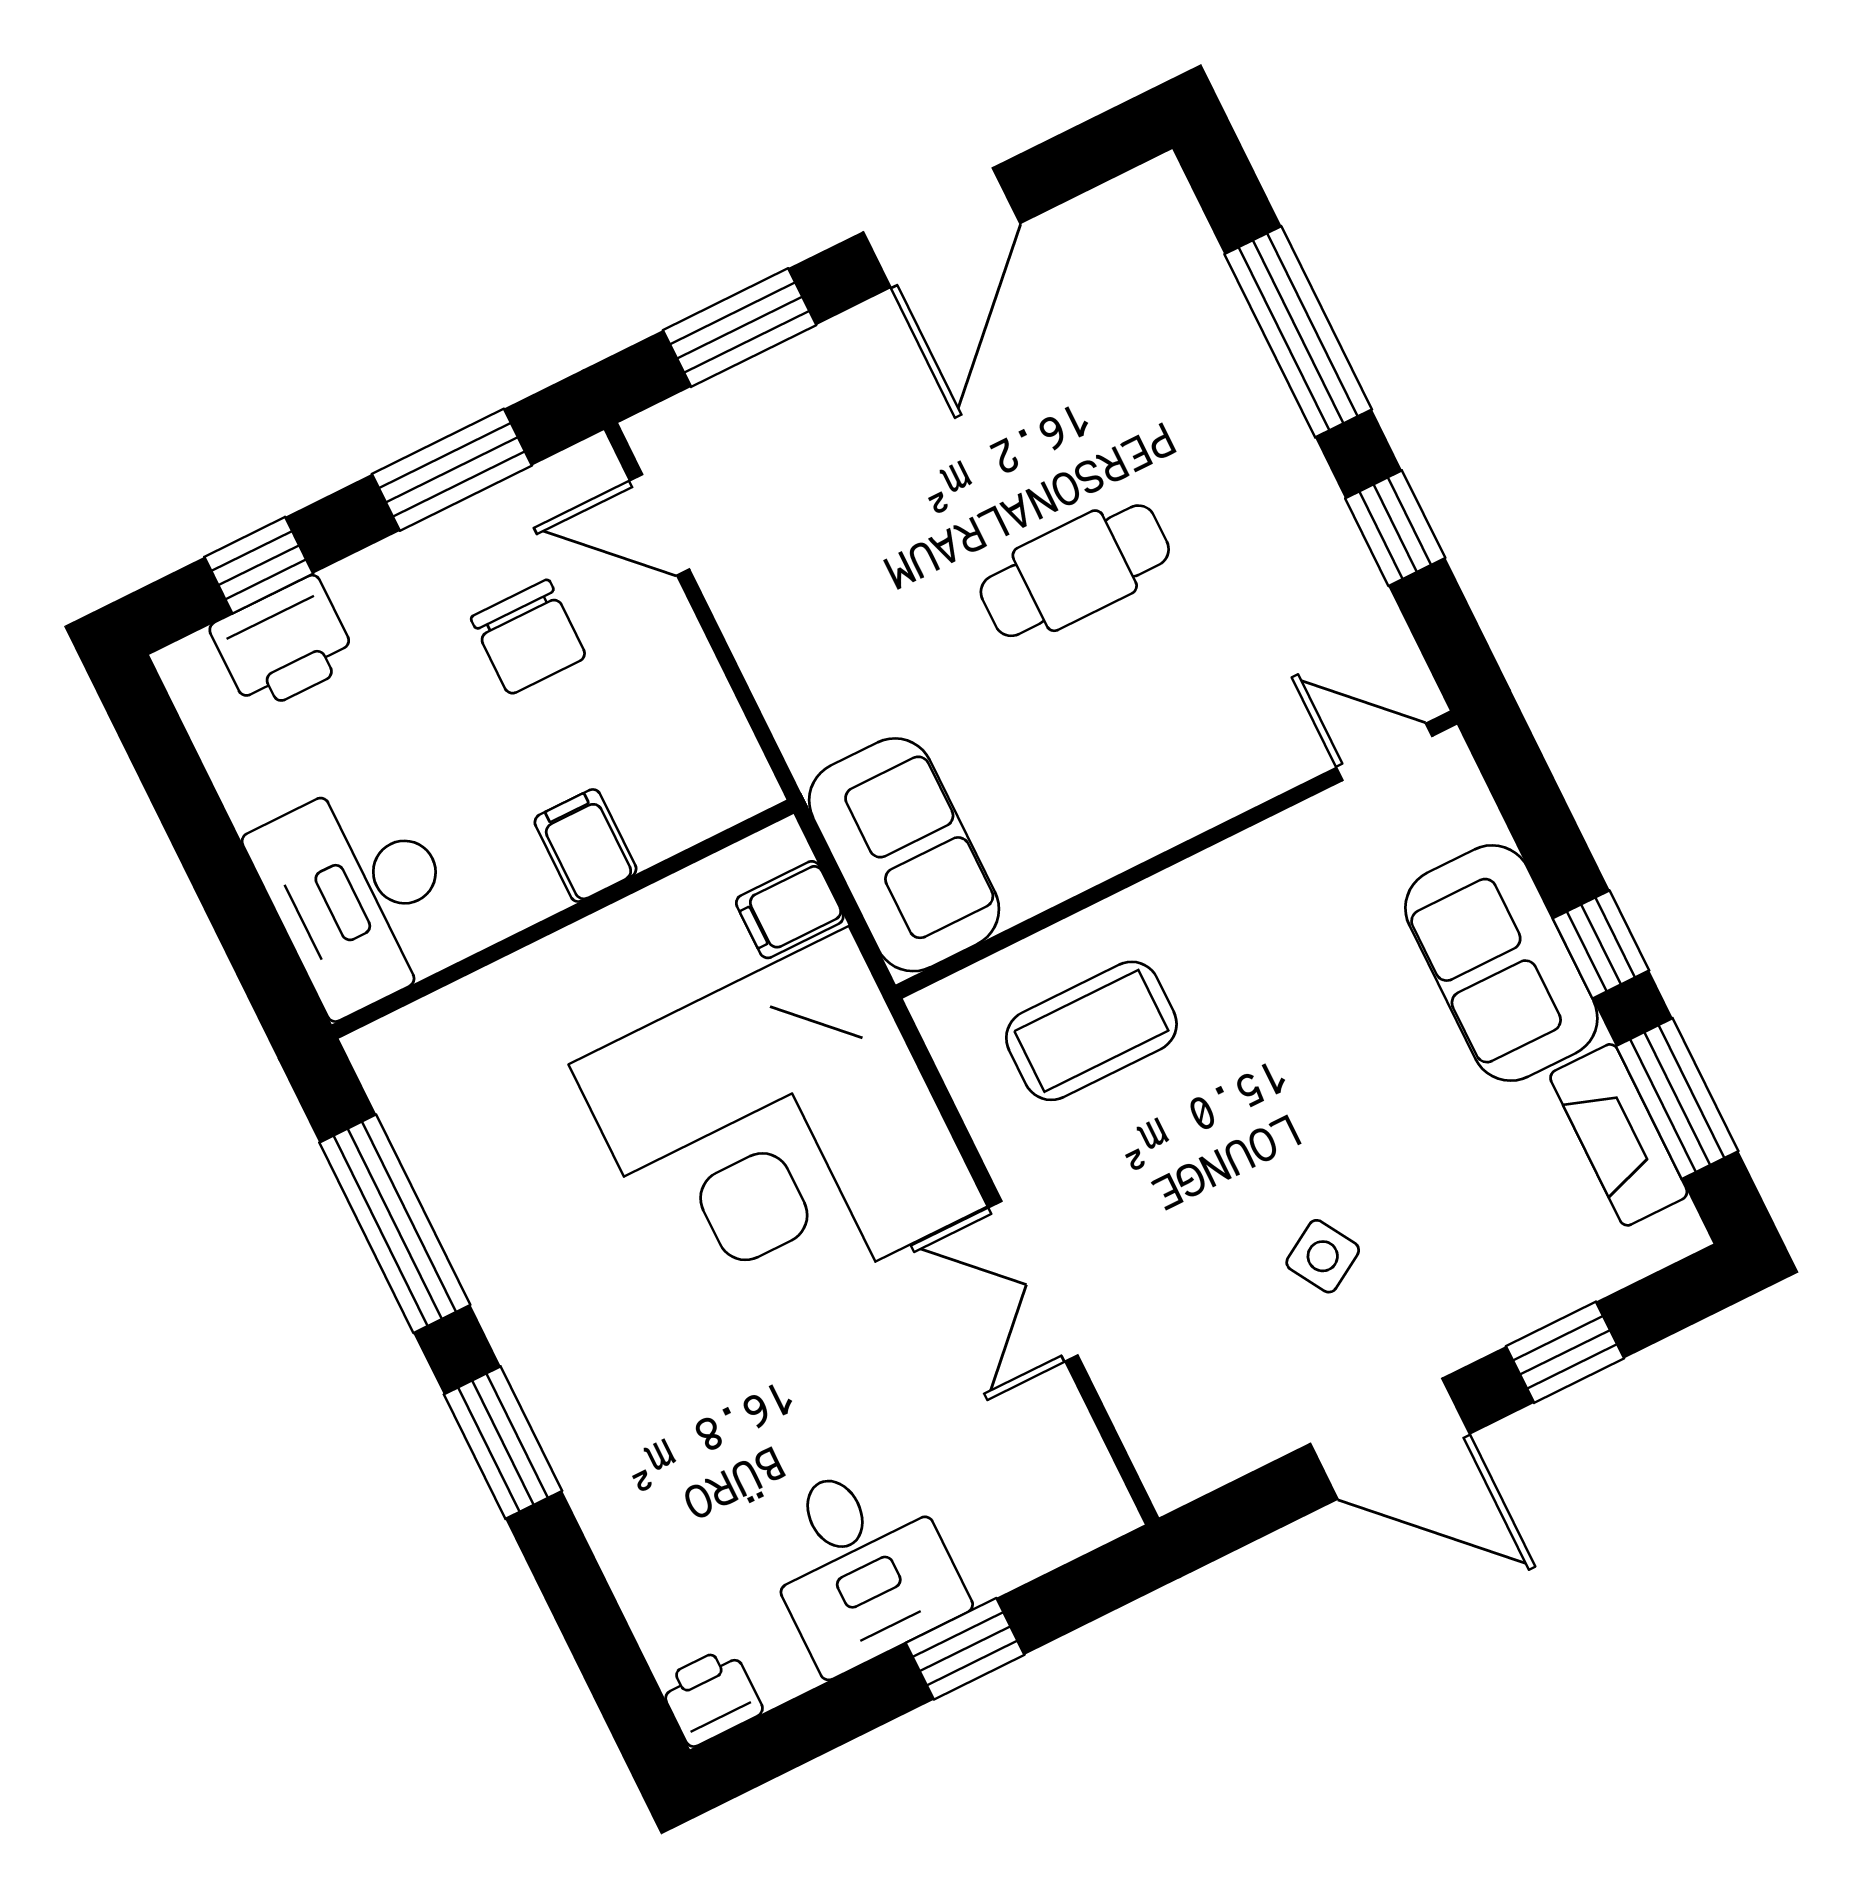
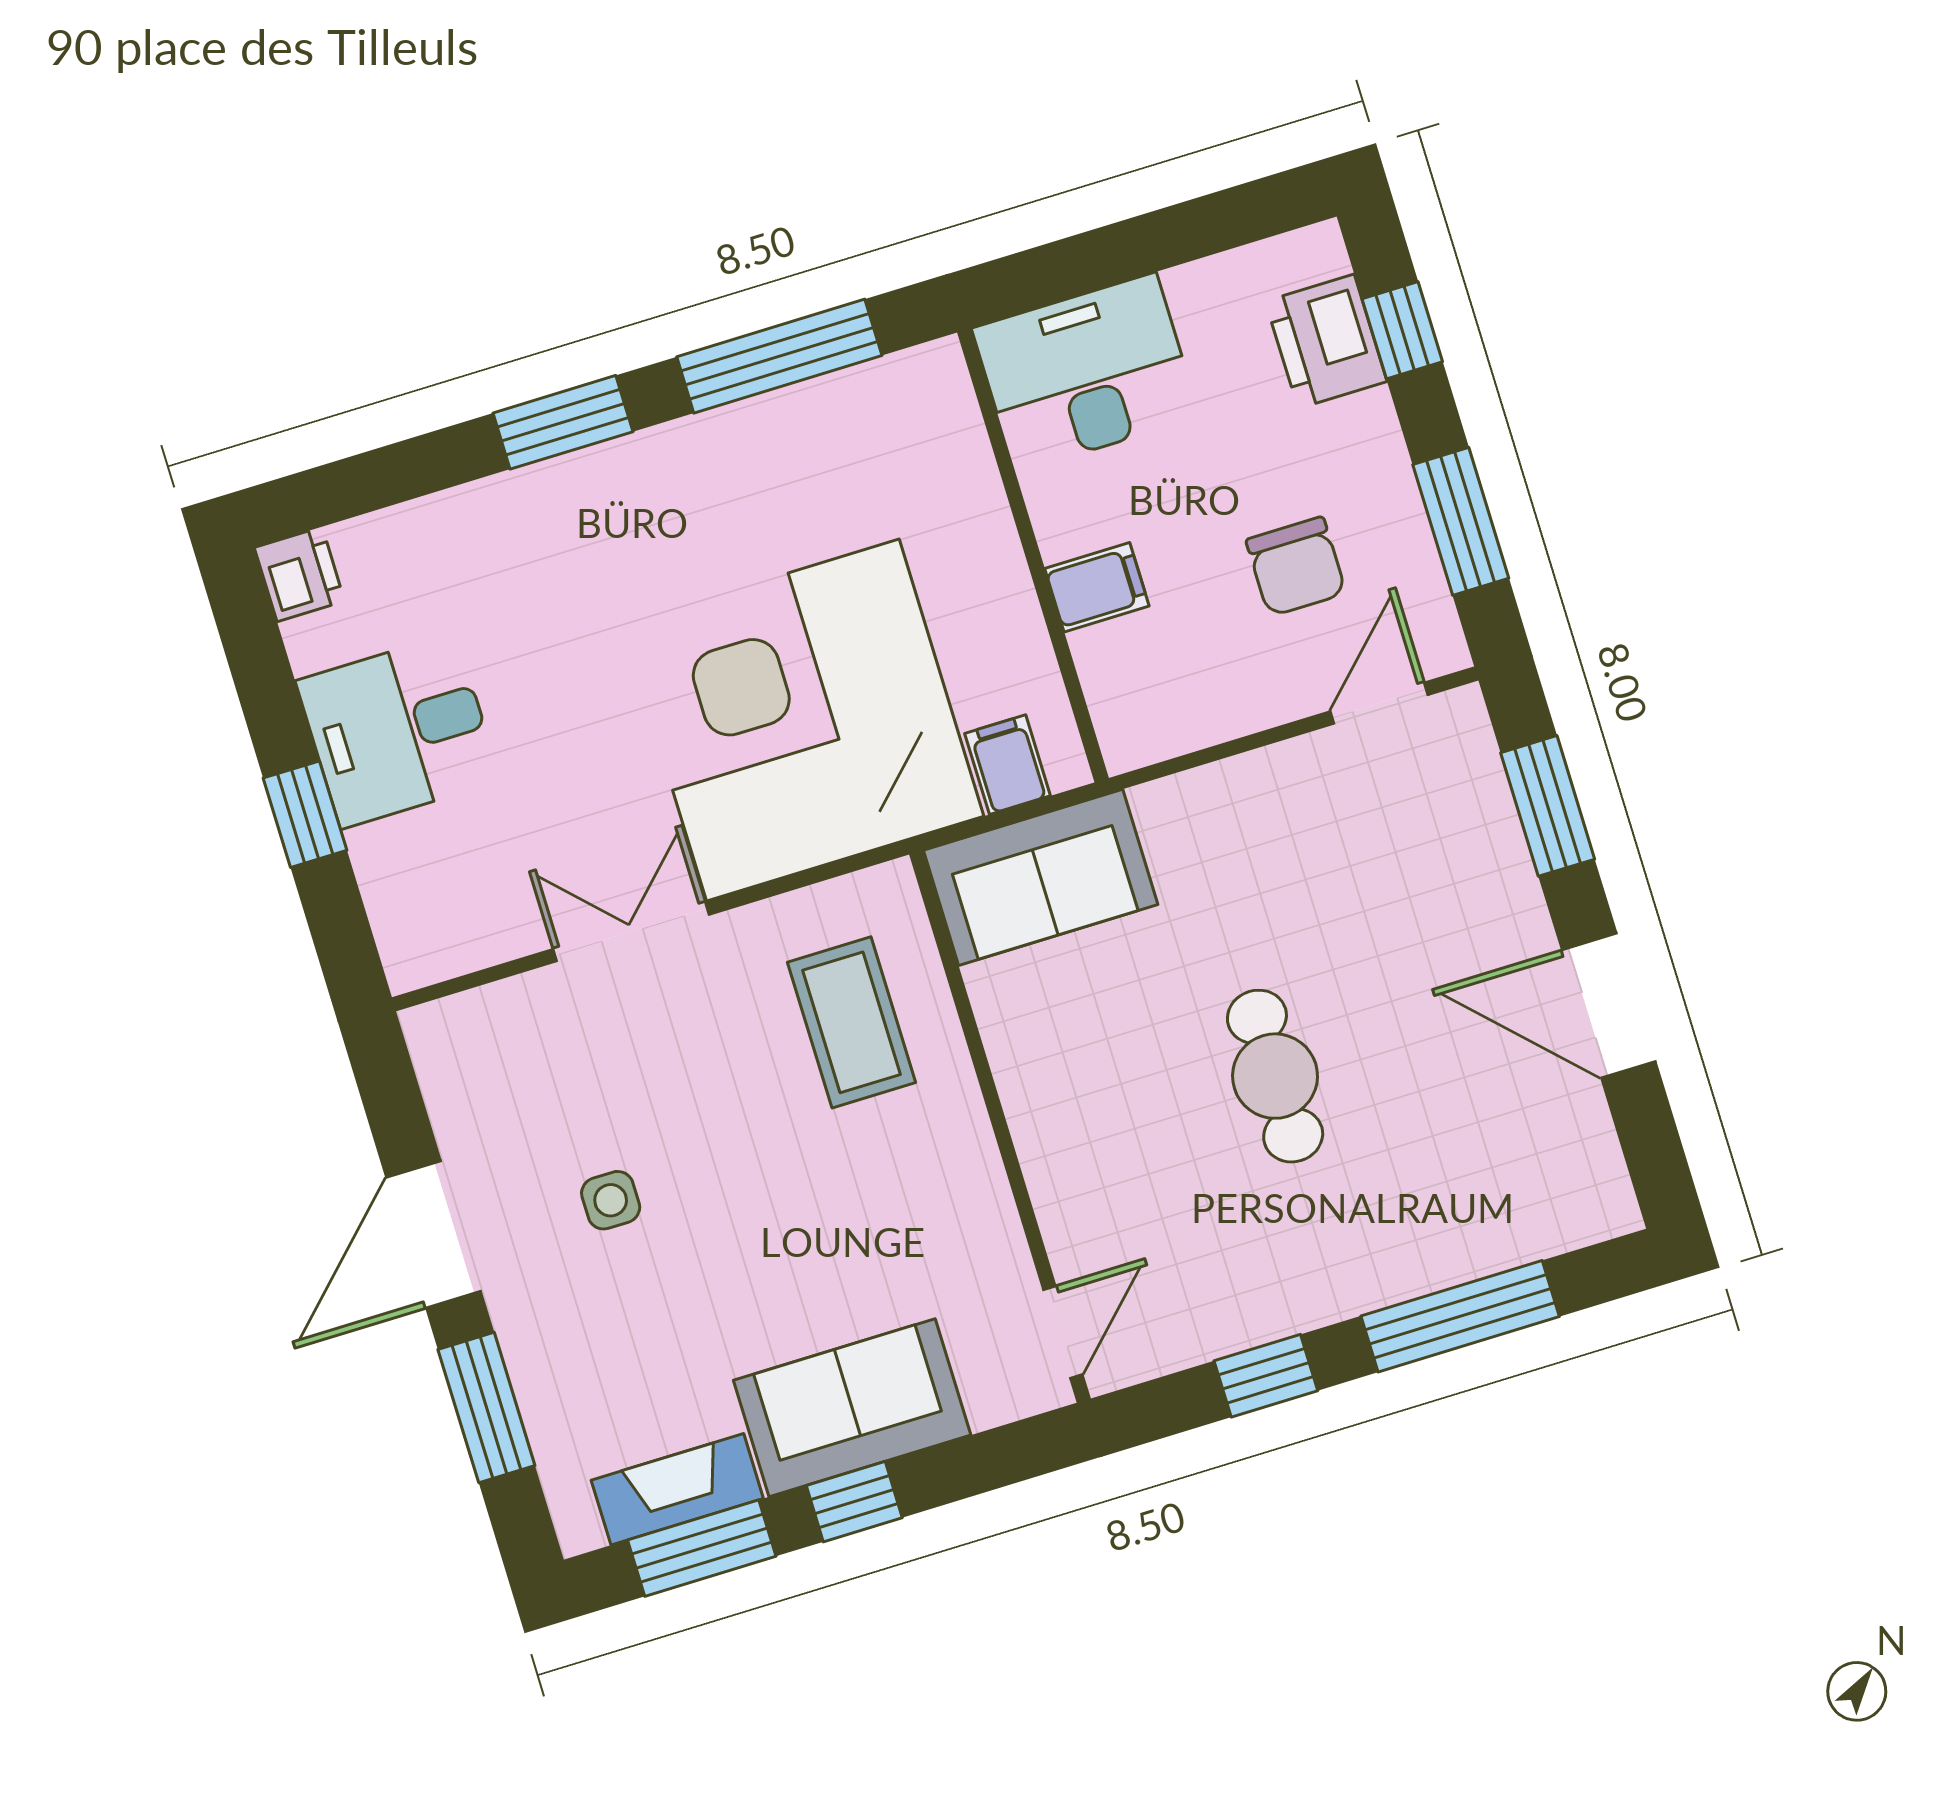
chair: (529, 637) -> (1296, 566), turned -90
side table: (1323, 1256) -> (611, 1200), turned 31
window: (1565, 1352) -> (486, 1408), width x1.50

